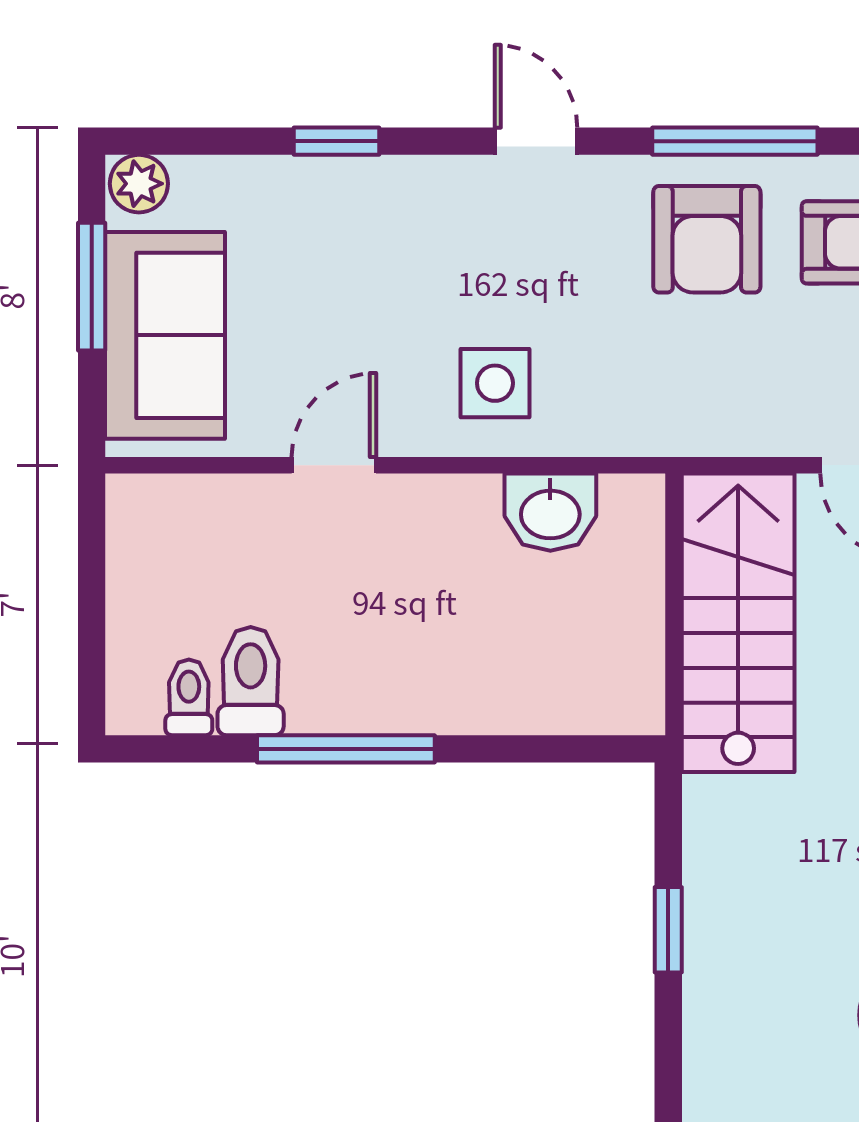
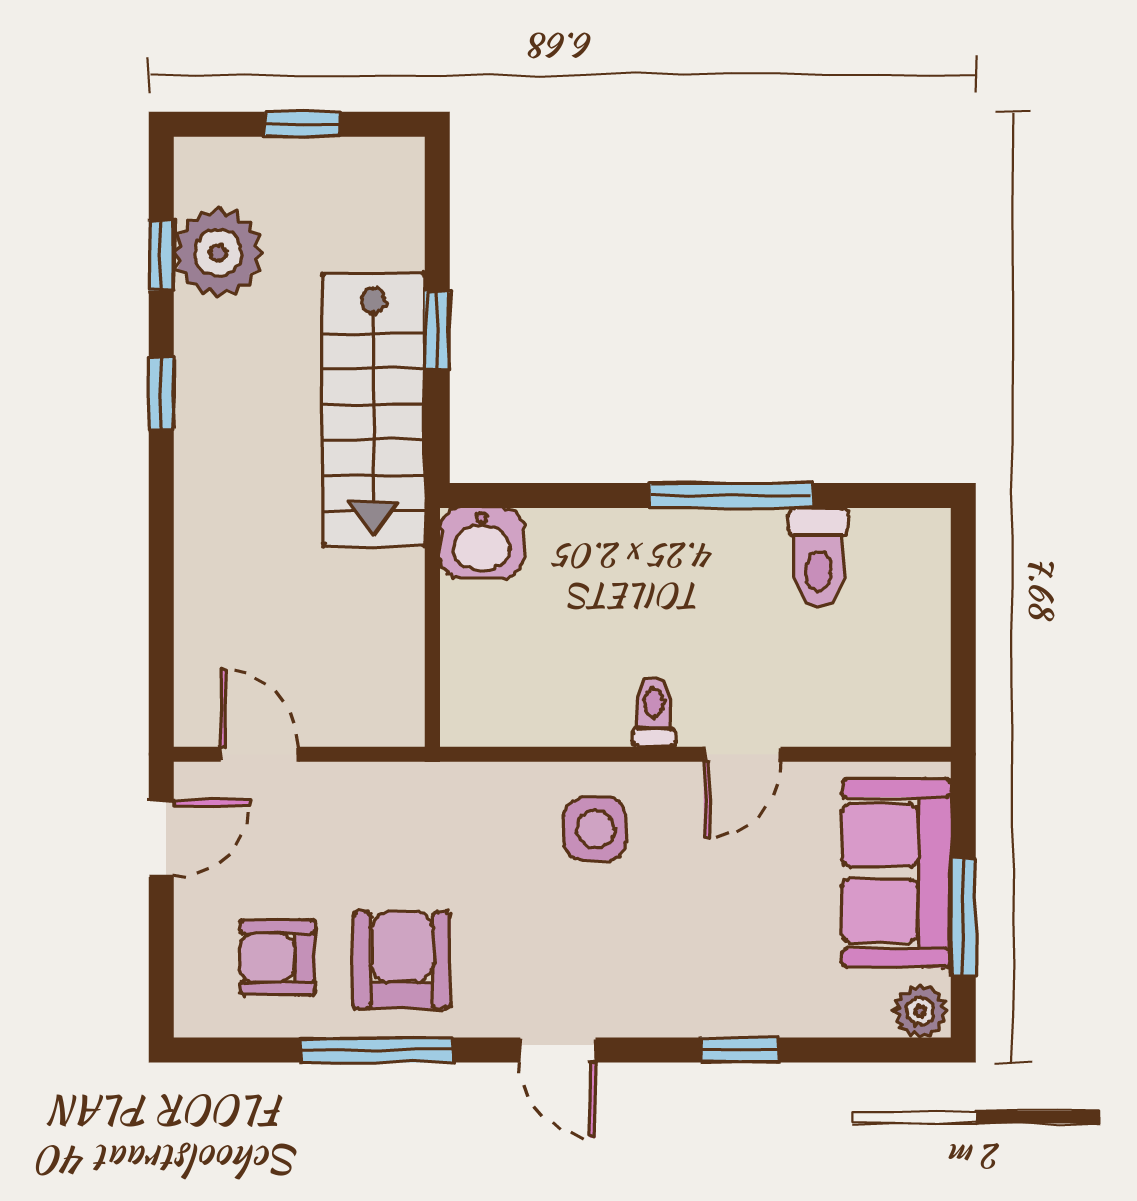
washbasin: (550, 512) -> (481, 543), moved, turned 180
stairs: (738, 623) -> (374, 410), moved
toilet: (189, 697) -> (654, 712), moved, turned 180

